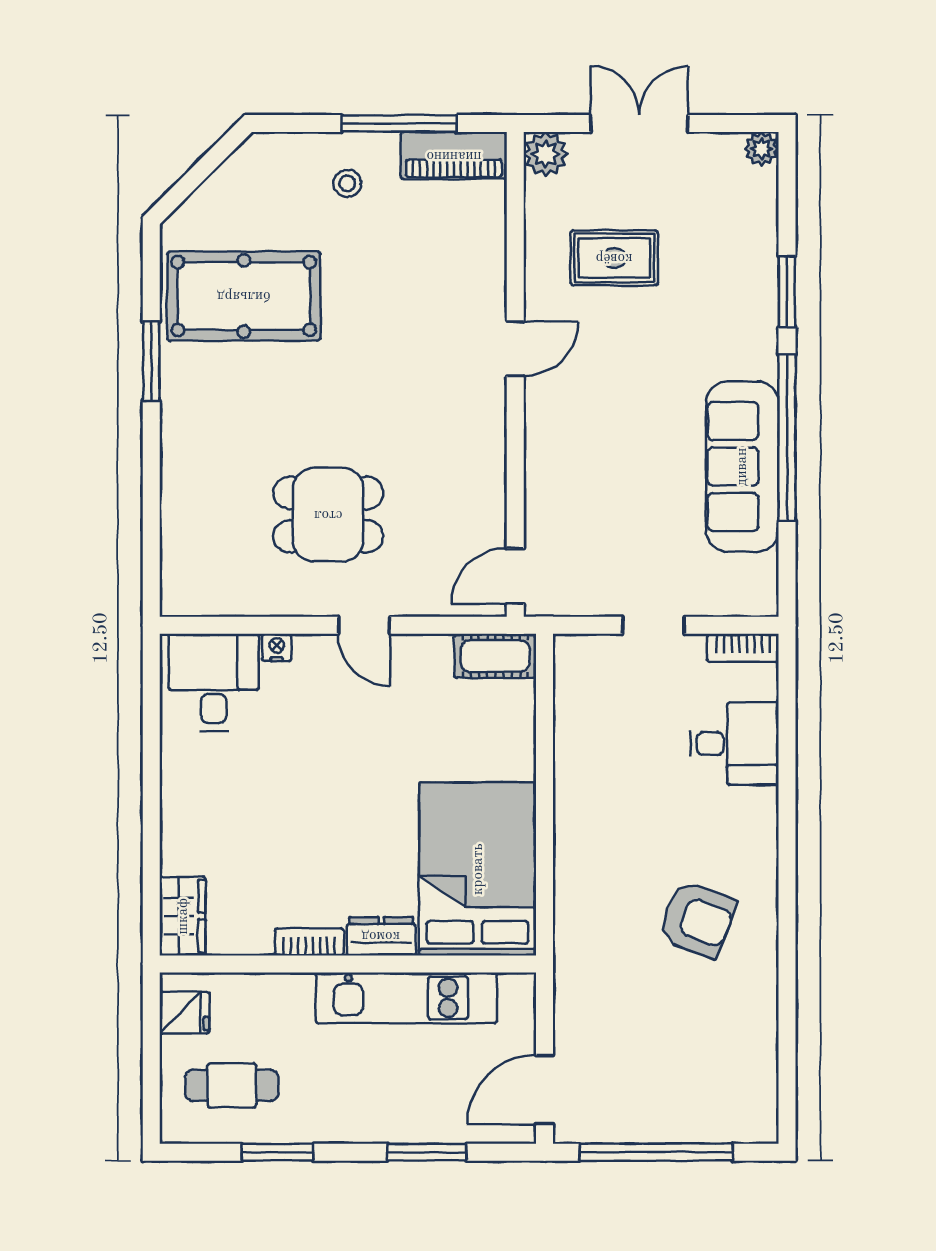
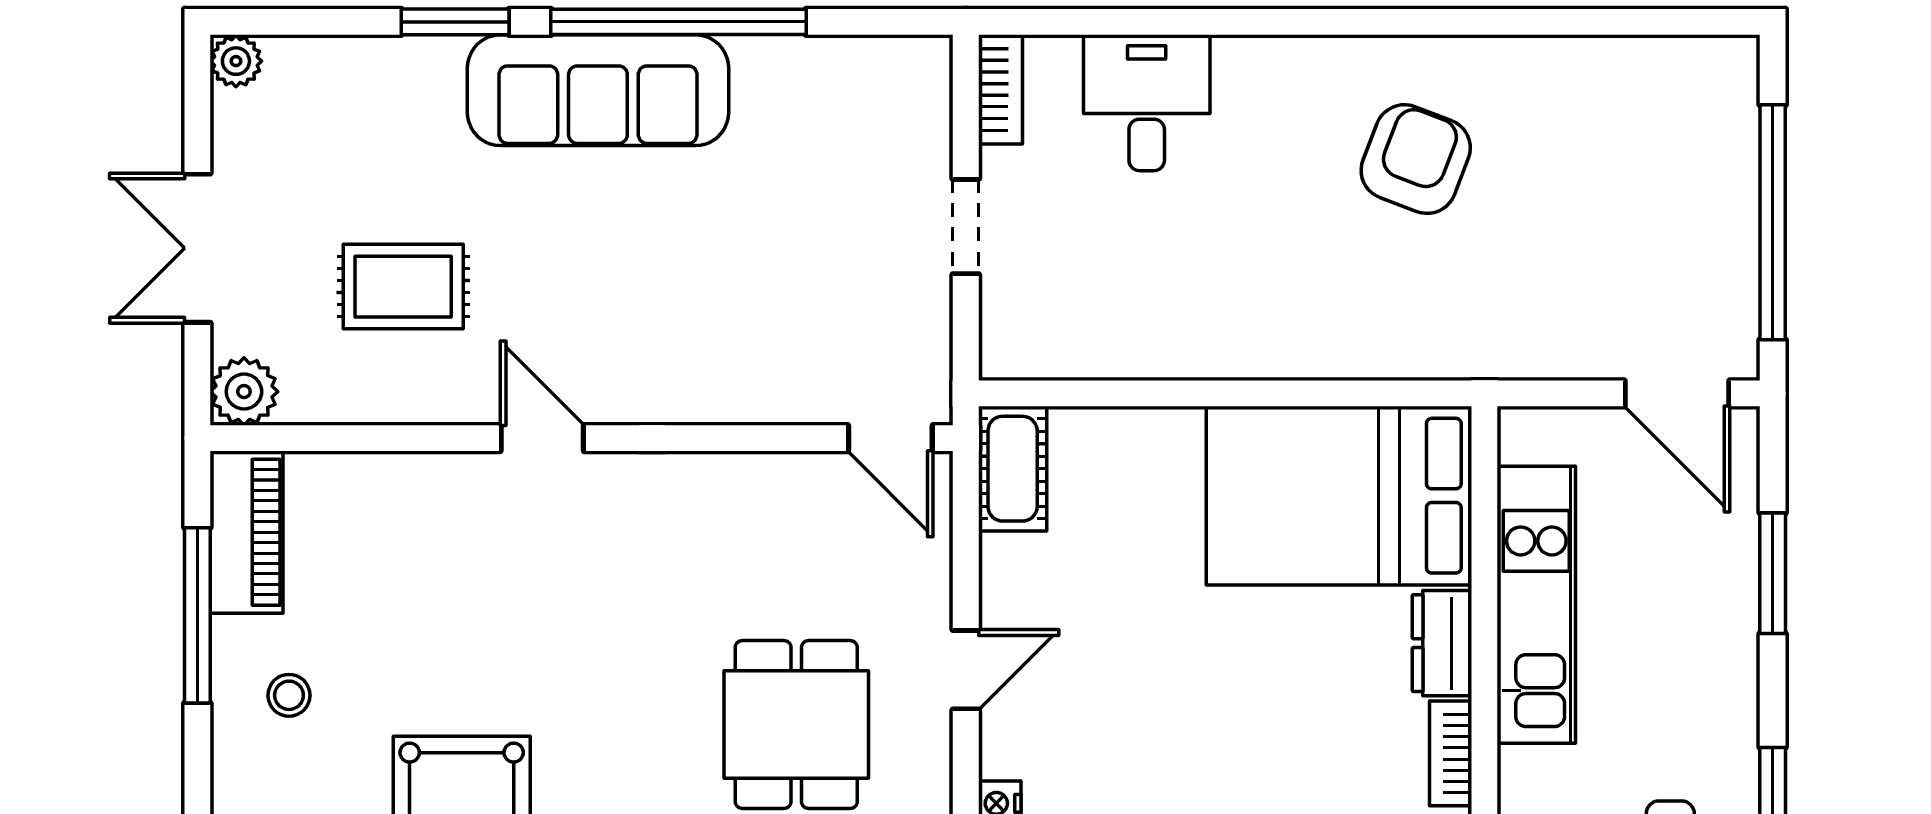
rug: (614, 258) -> (403, 287), turned 90
sofa: (742, 467) -> (598, 90), moved

